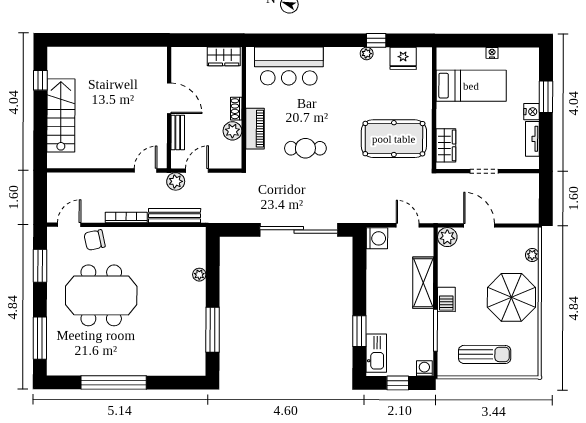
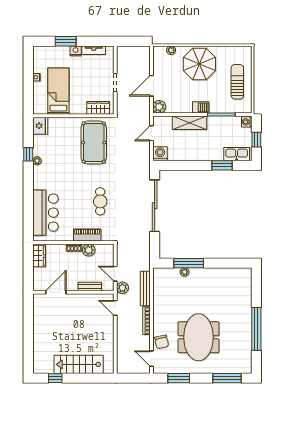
fridge: (403, 58) -> (40, 126), moved
door: (169, 98) -> (56, 292), moved
window: (213, 330) -> (189, 263), moved

